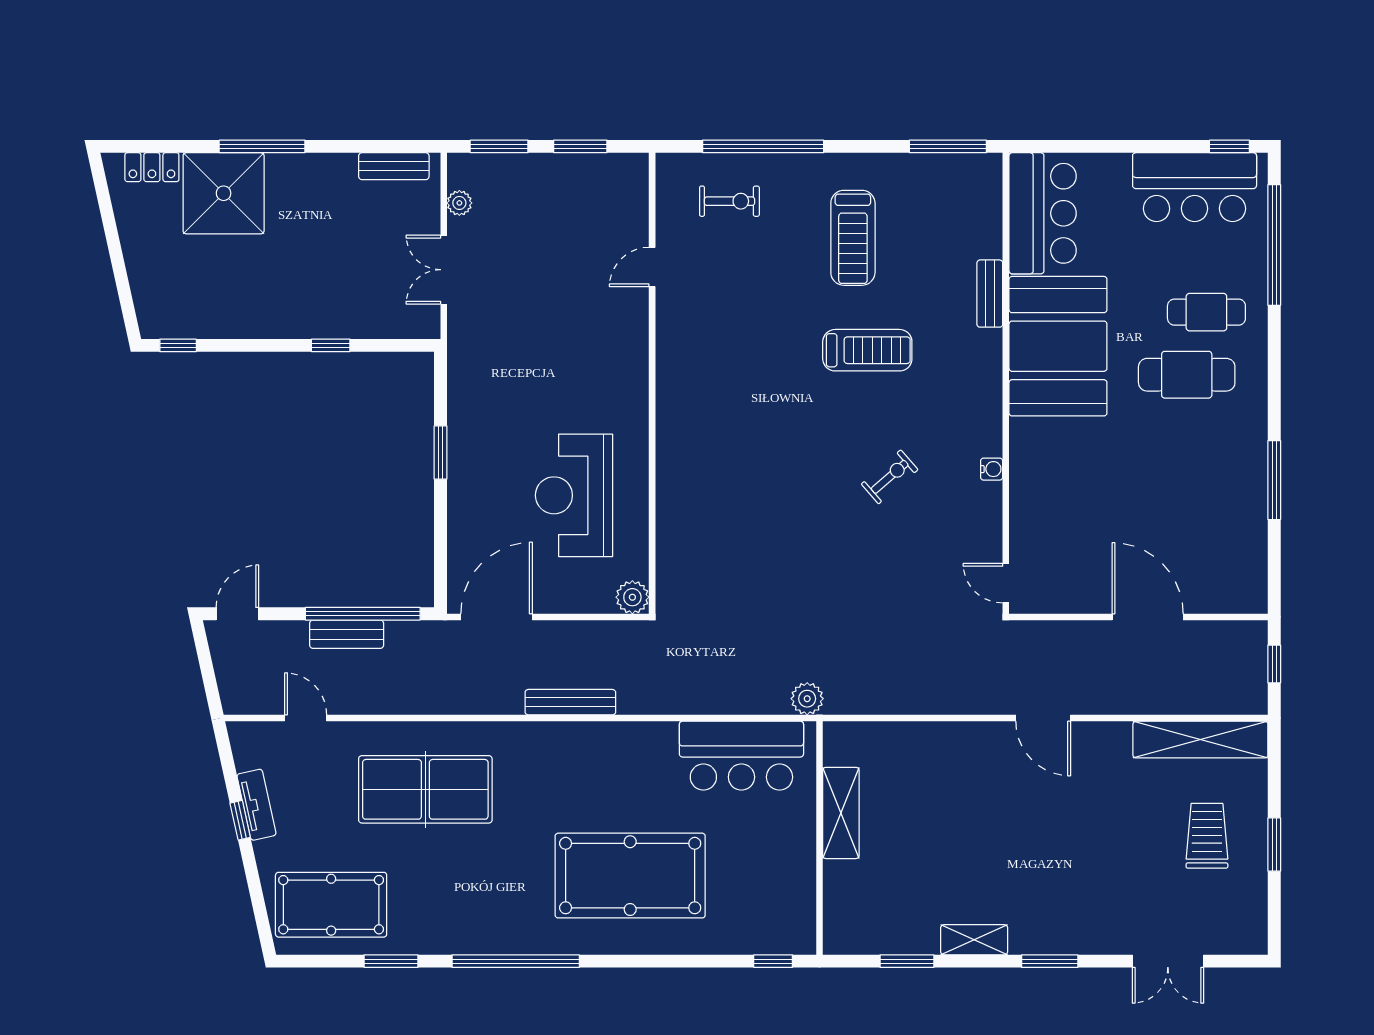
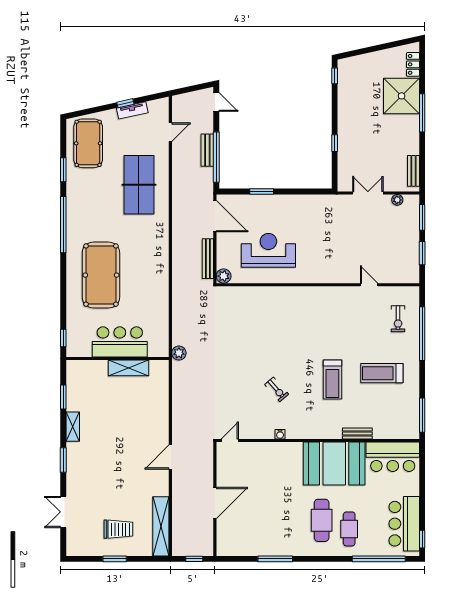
window: (441, 453) -> (262, 192), moved
bench: (570, 702) -> (208, 259), moved
bar counter: (741, 756) -> (120, 342), moved, turned 90

